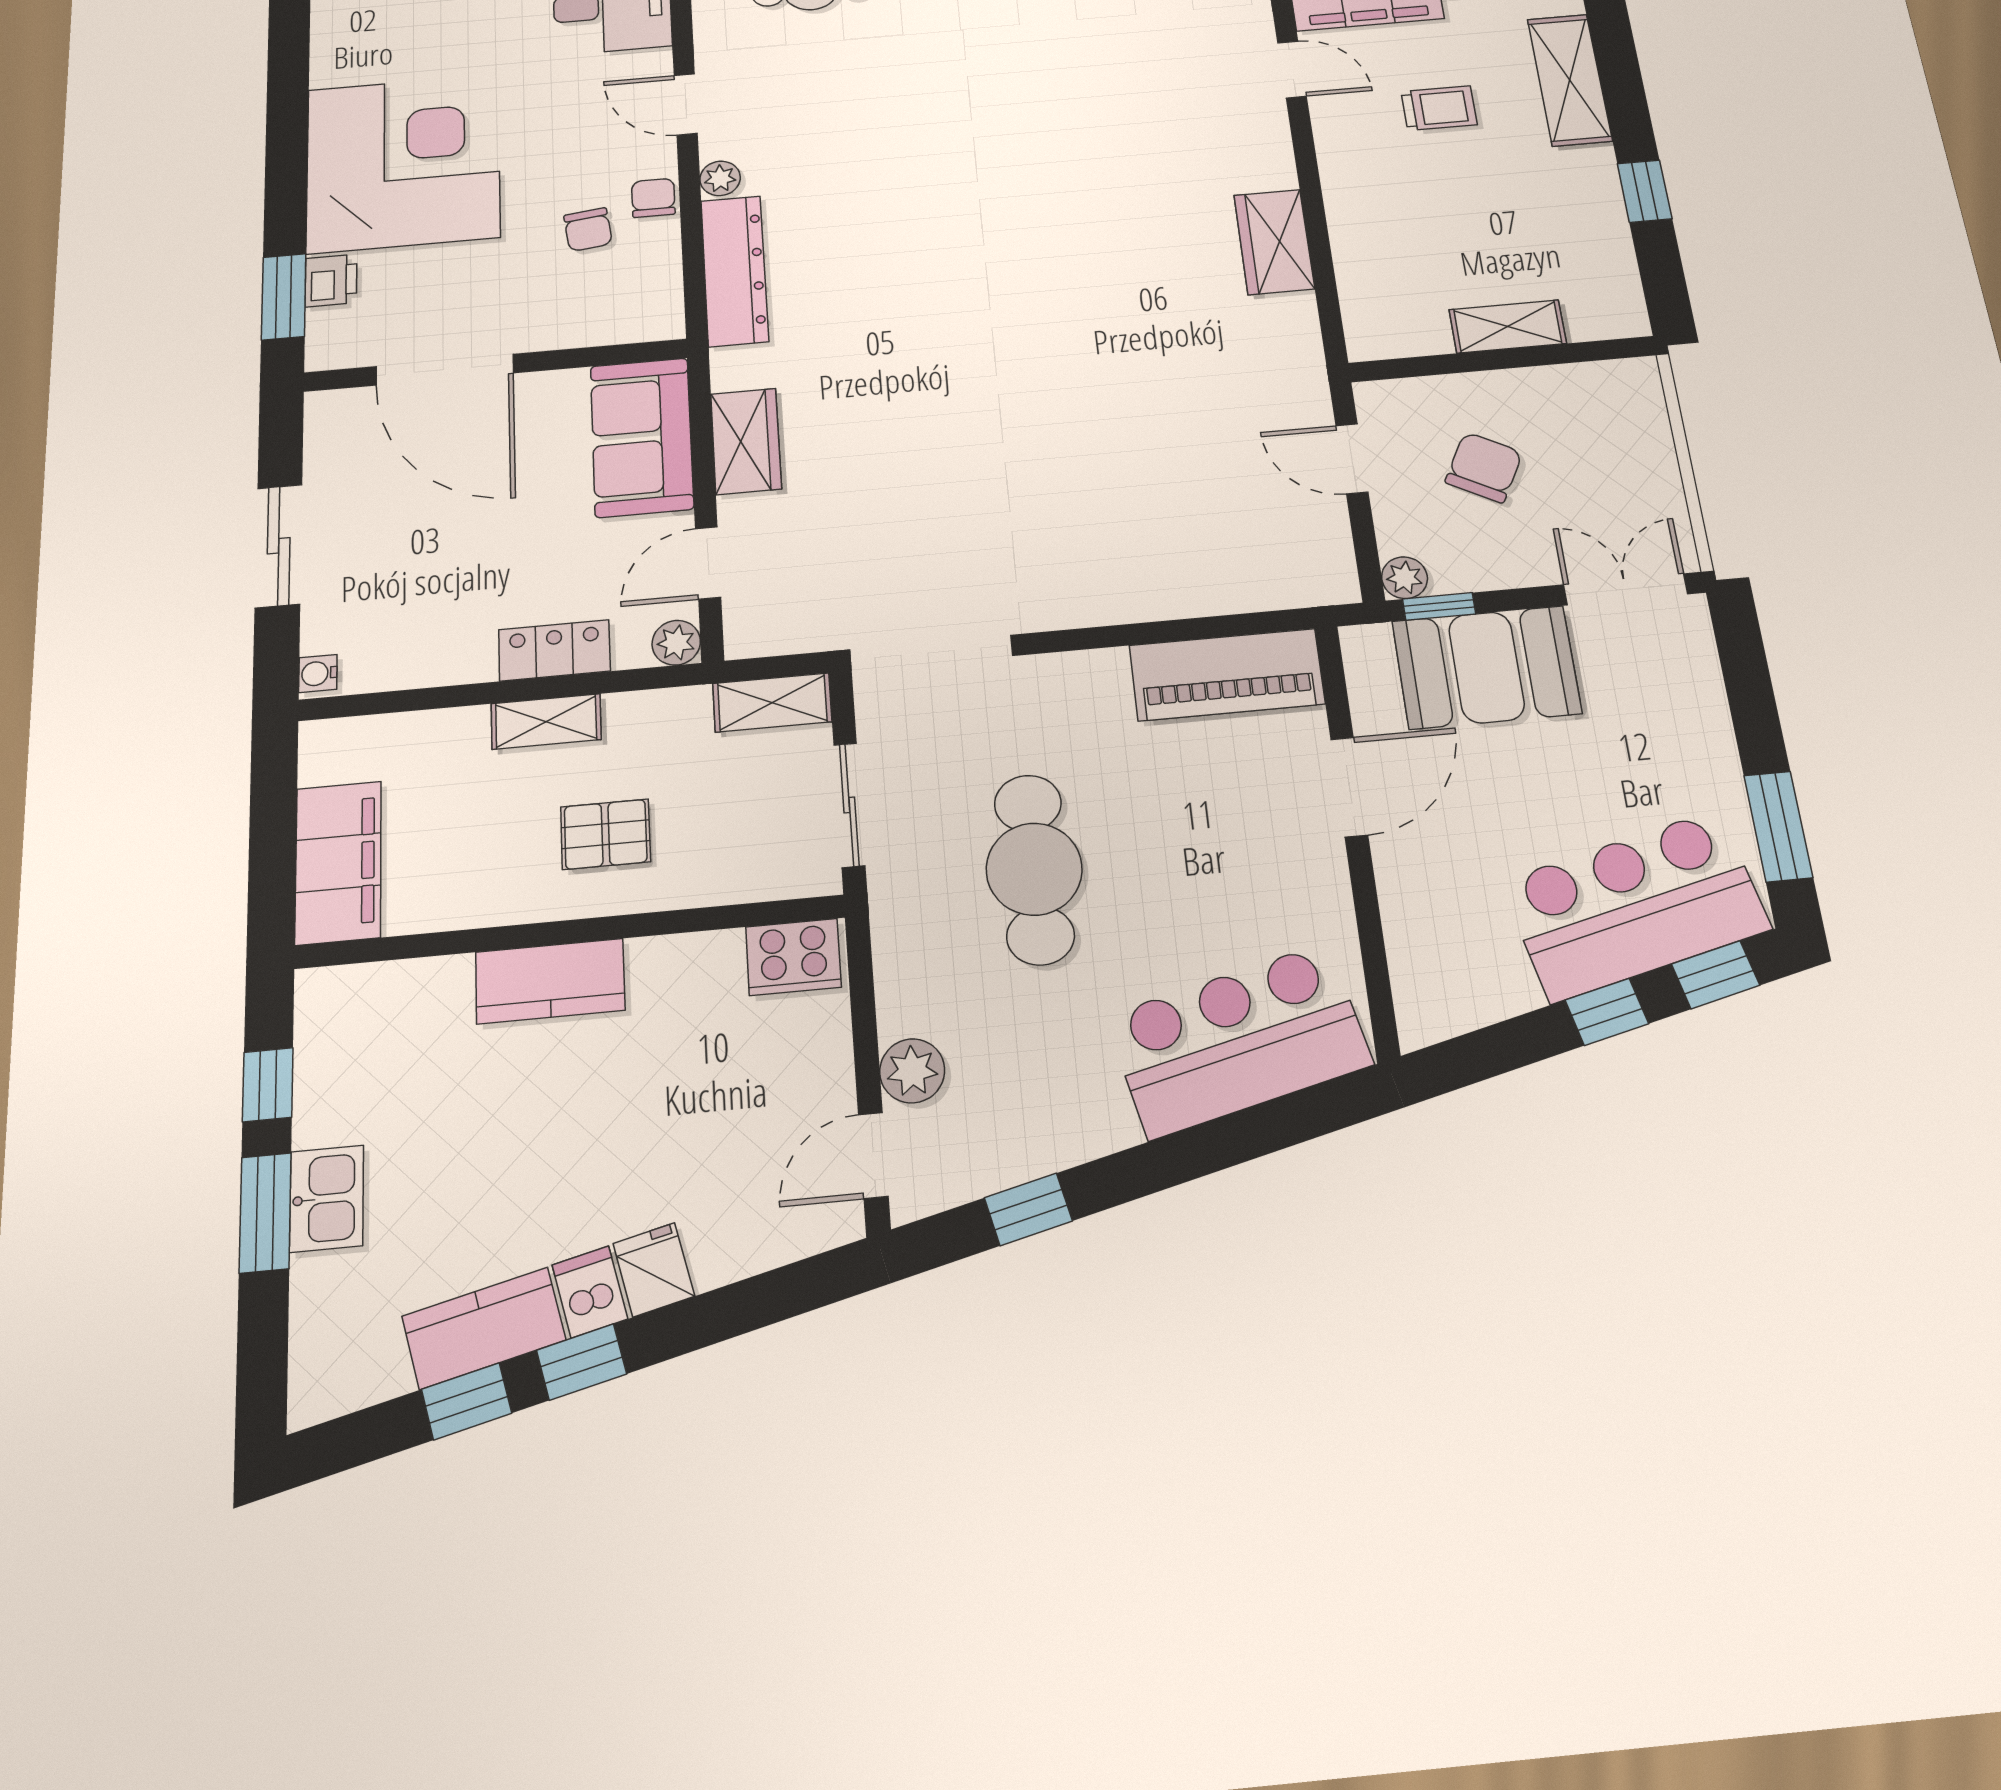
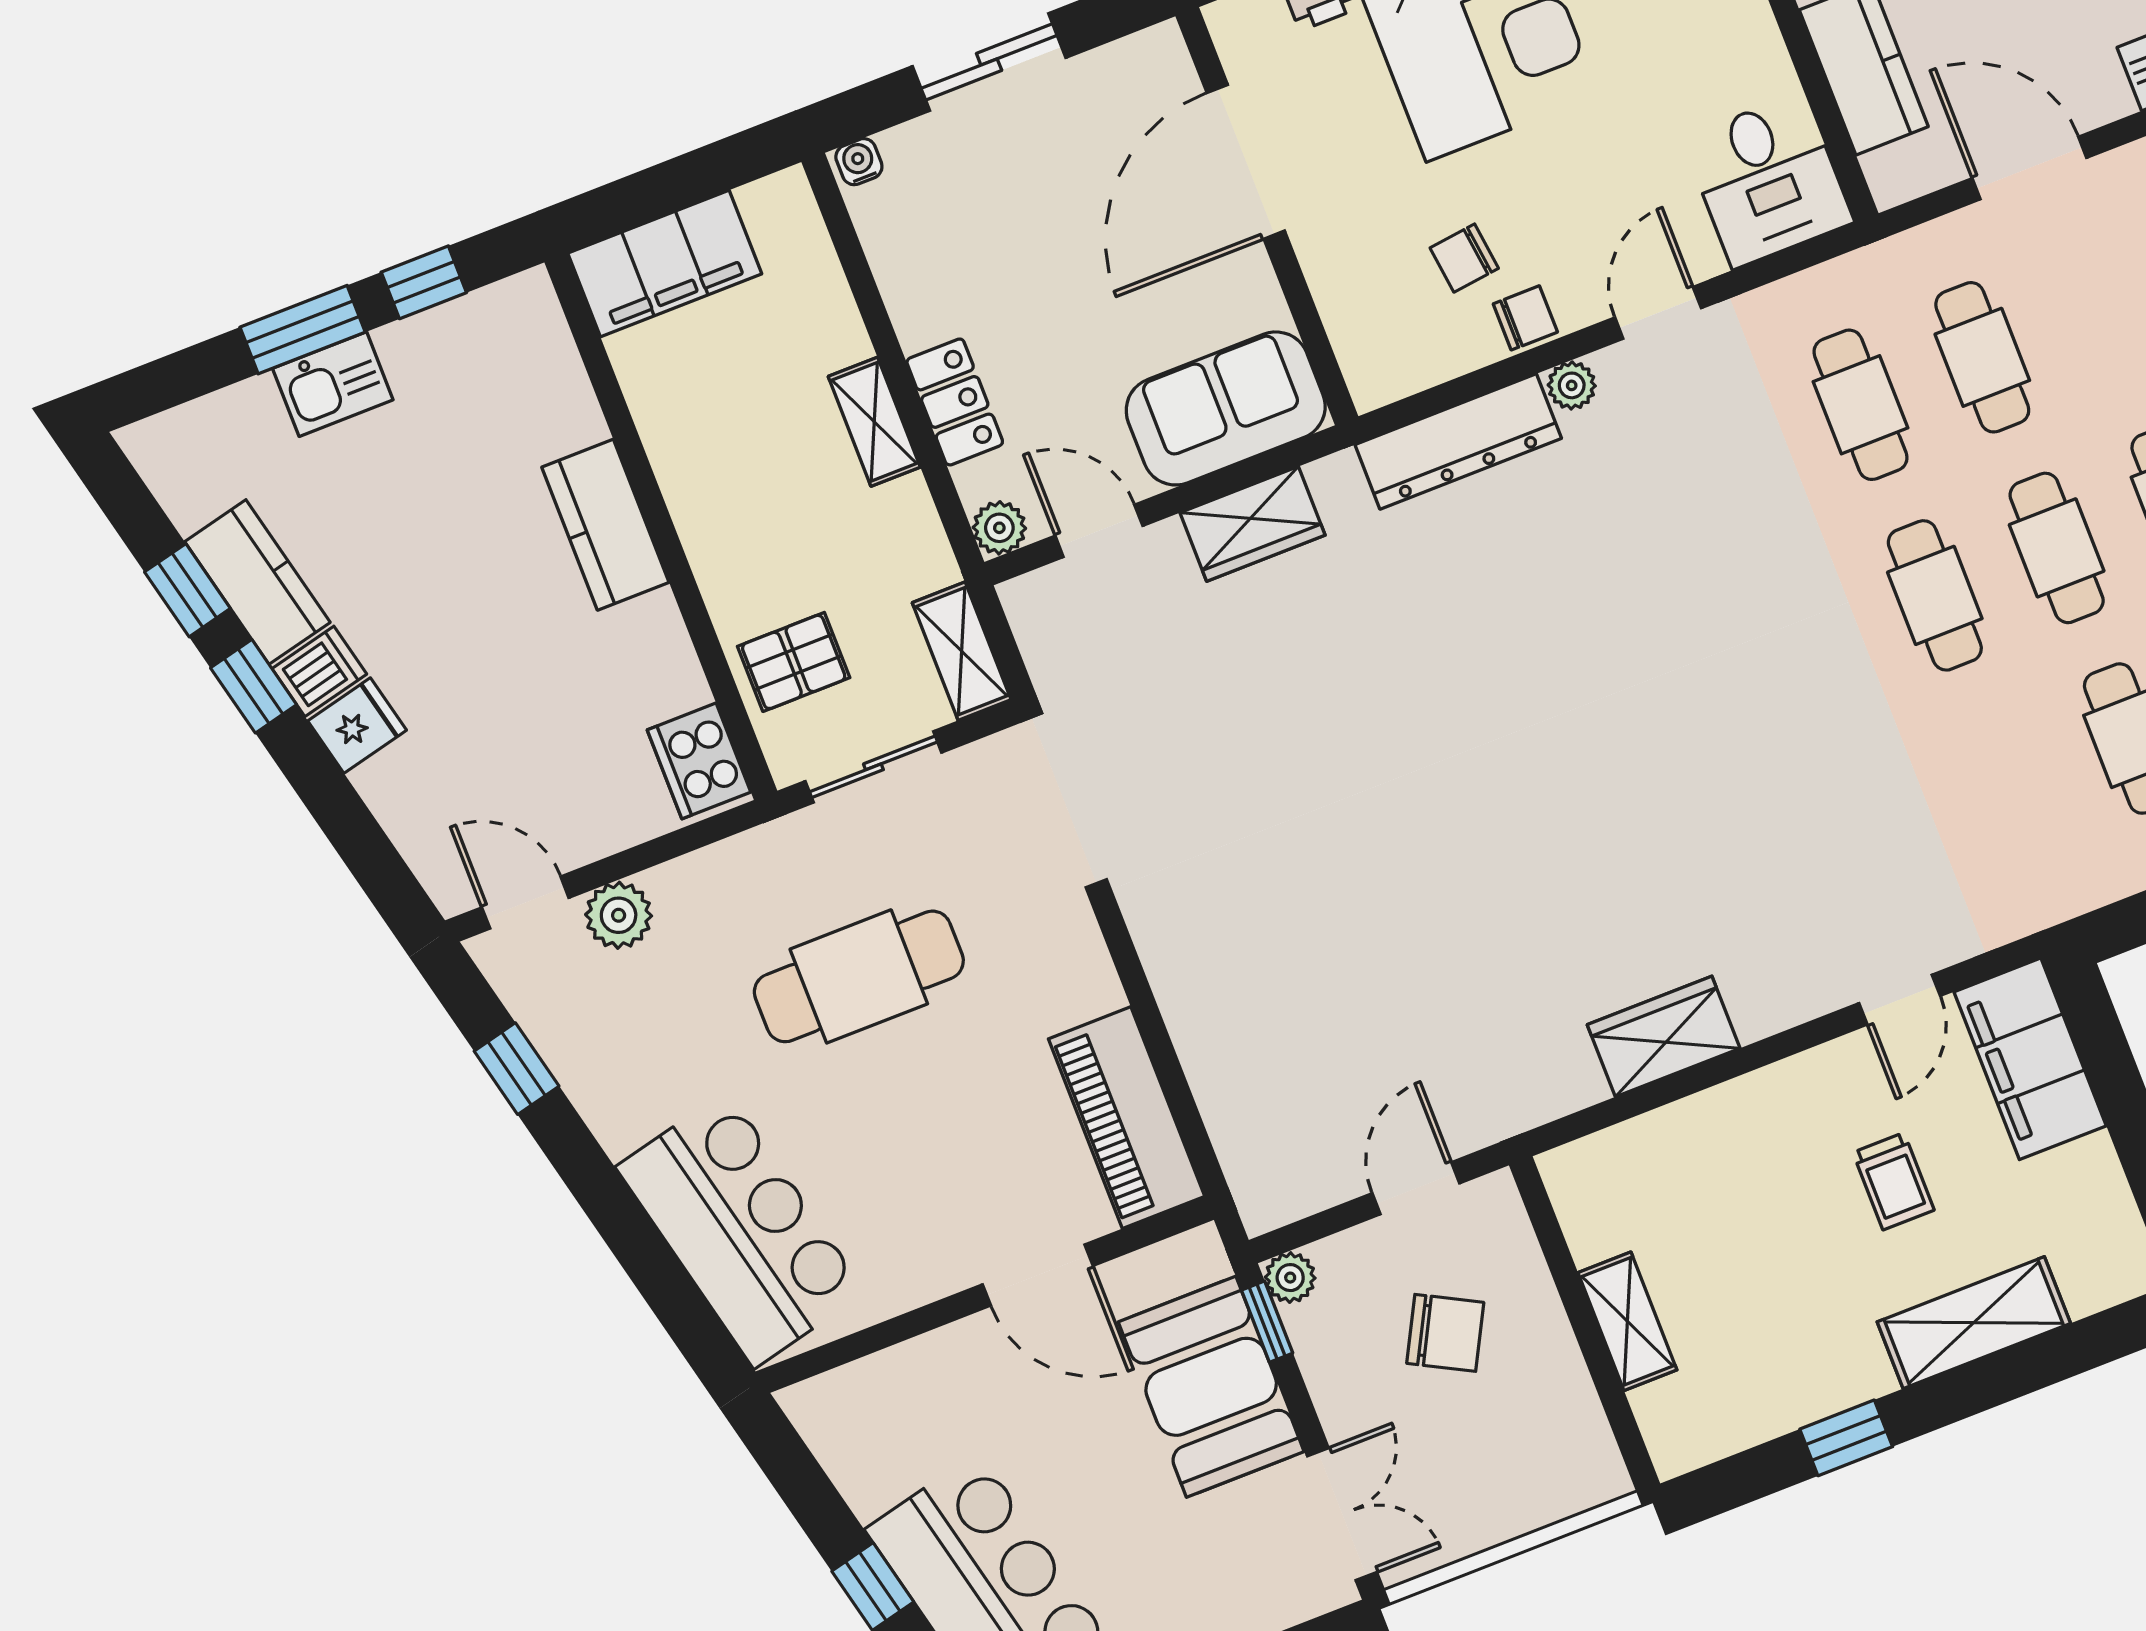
pallet: (606, 834) -> (794, 662), moved, turned 90

